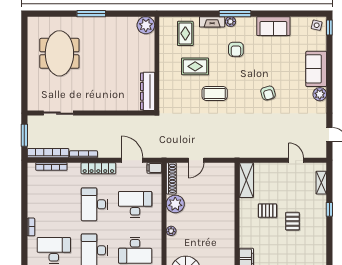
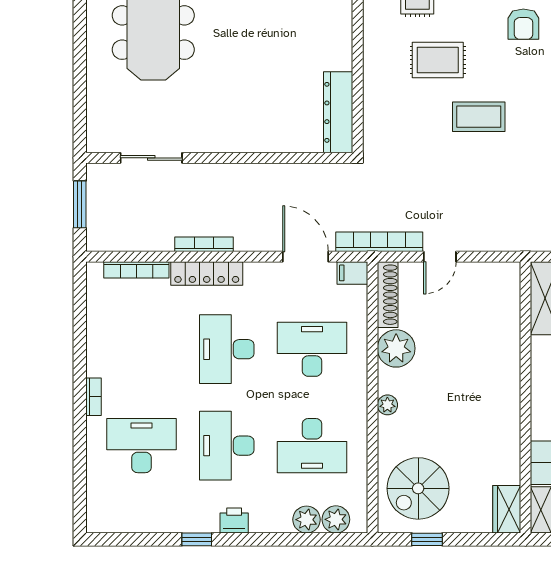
bookcase: (48, 153) -> (379, 242), moved
locker: (98, 168) -> (207, 273), moved

